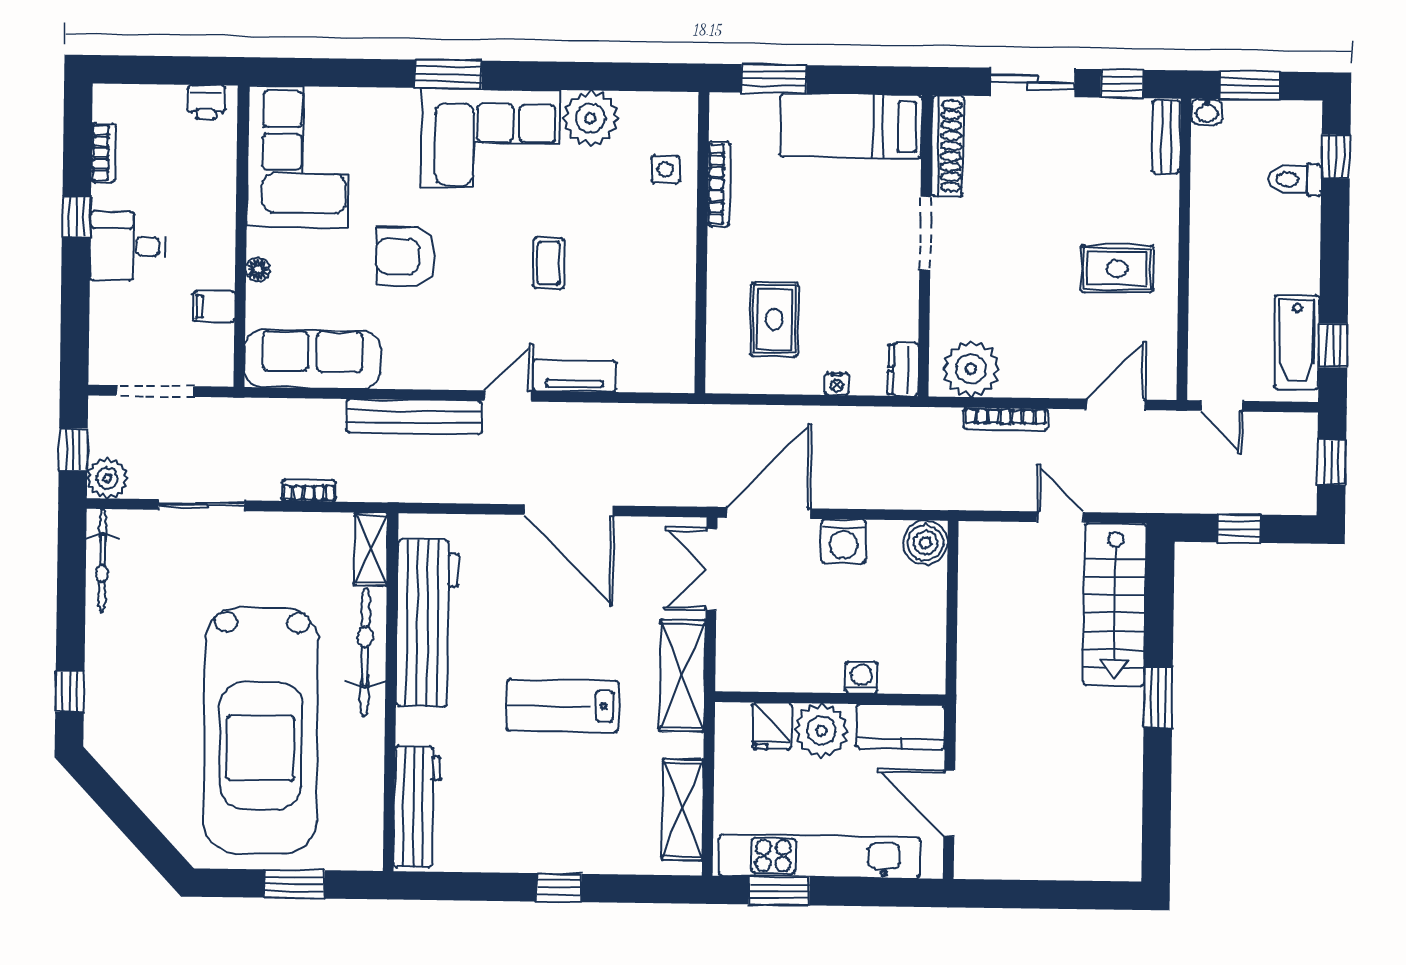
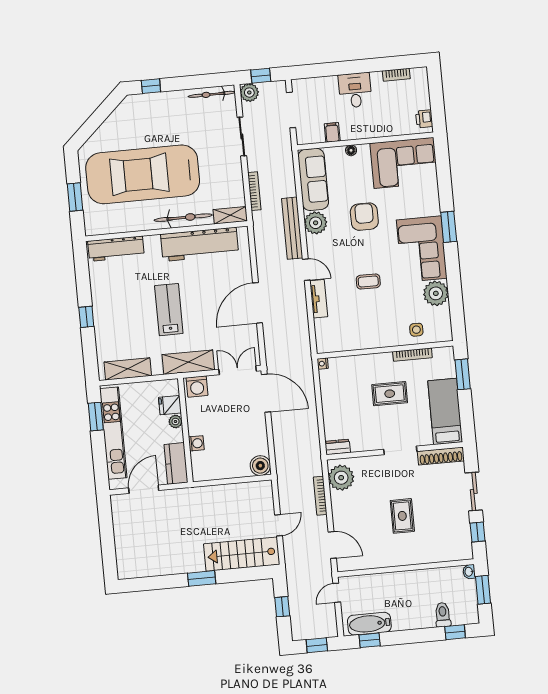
bench: (1166, 137) -> (456, 555), removed
window: (76, 217) -> (366, 66), removed
rug: (1117, 269) -> (402, 516), moved
rug: (774, 320) -> (390, 394), moved
plant: (408, 364) -> (316, 223), added
nightstand: (837, 384) -> (323, 364), moved
bookcase: (309, 490) -> (254, 191), width x1.56
washing machine: (844, 541) -> (197, 386), moved, turned -90
plant: (821, 731) -> (175, 422), width x0.53, depth x0.53

